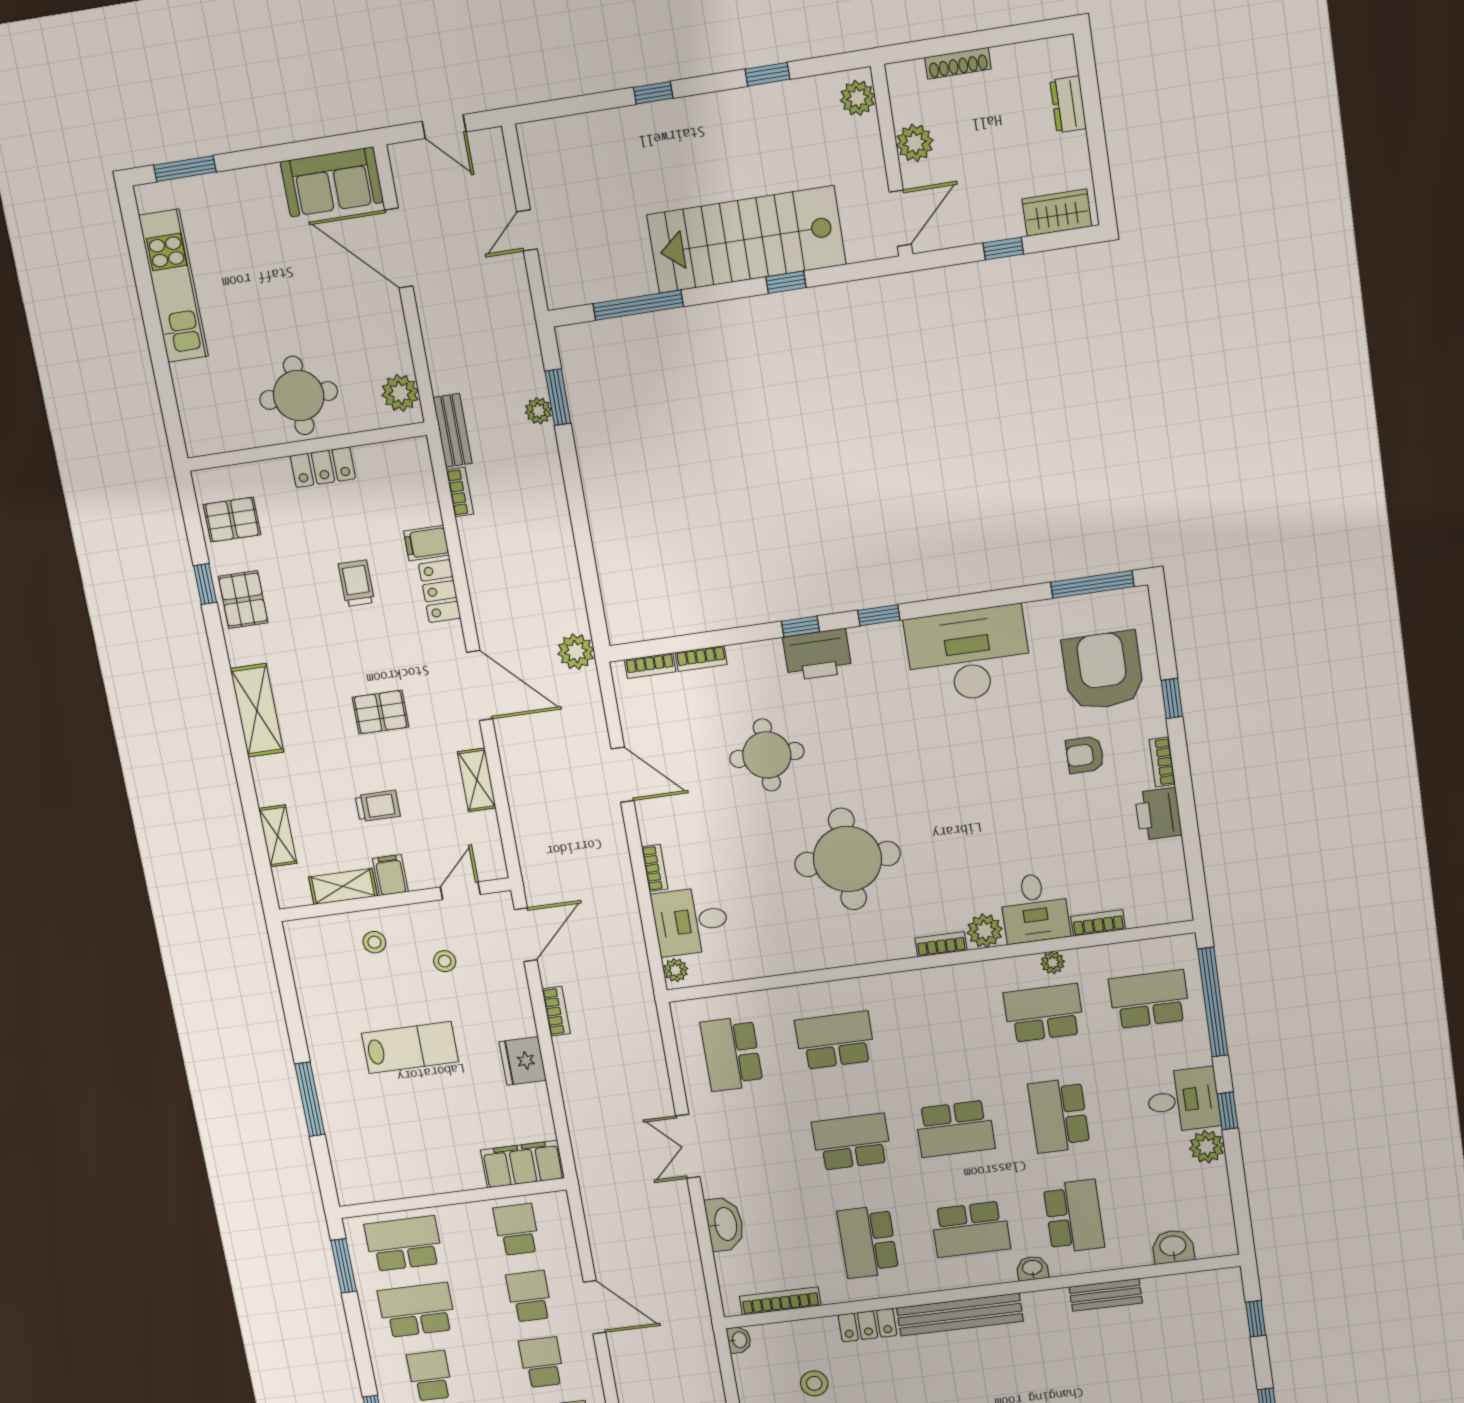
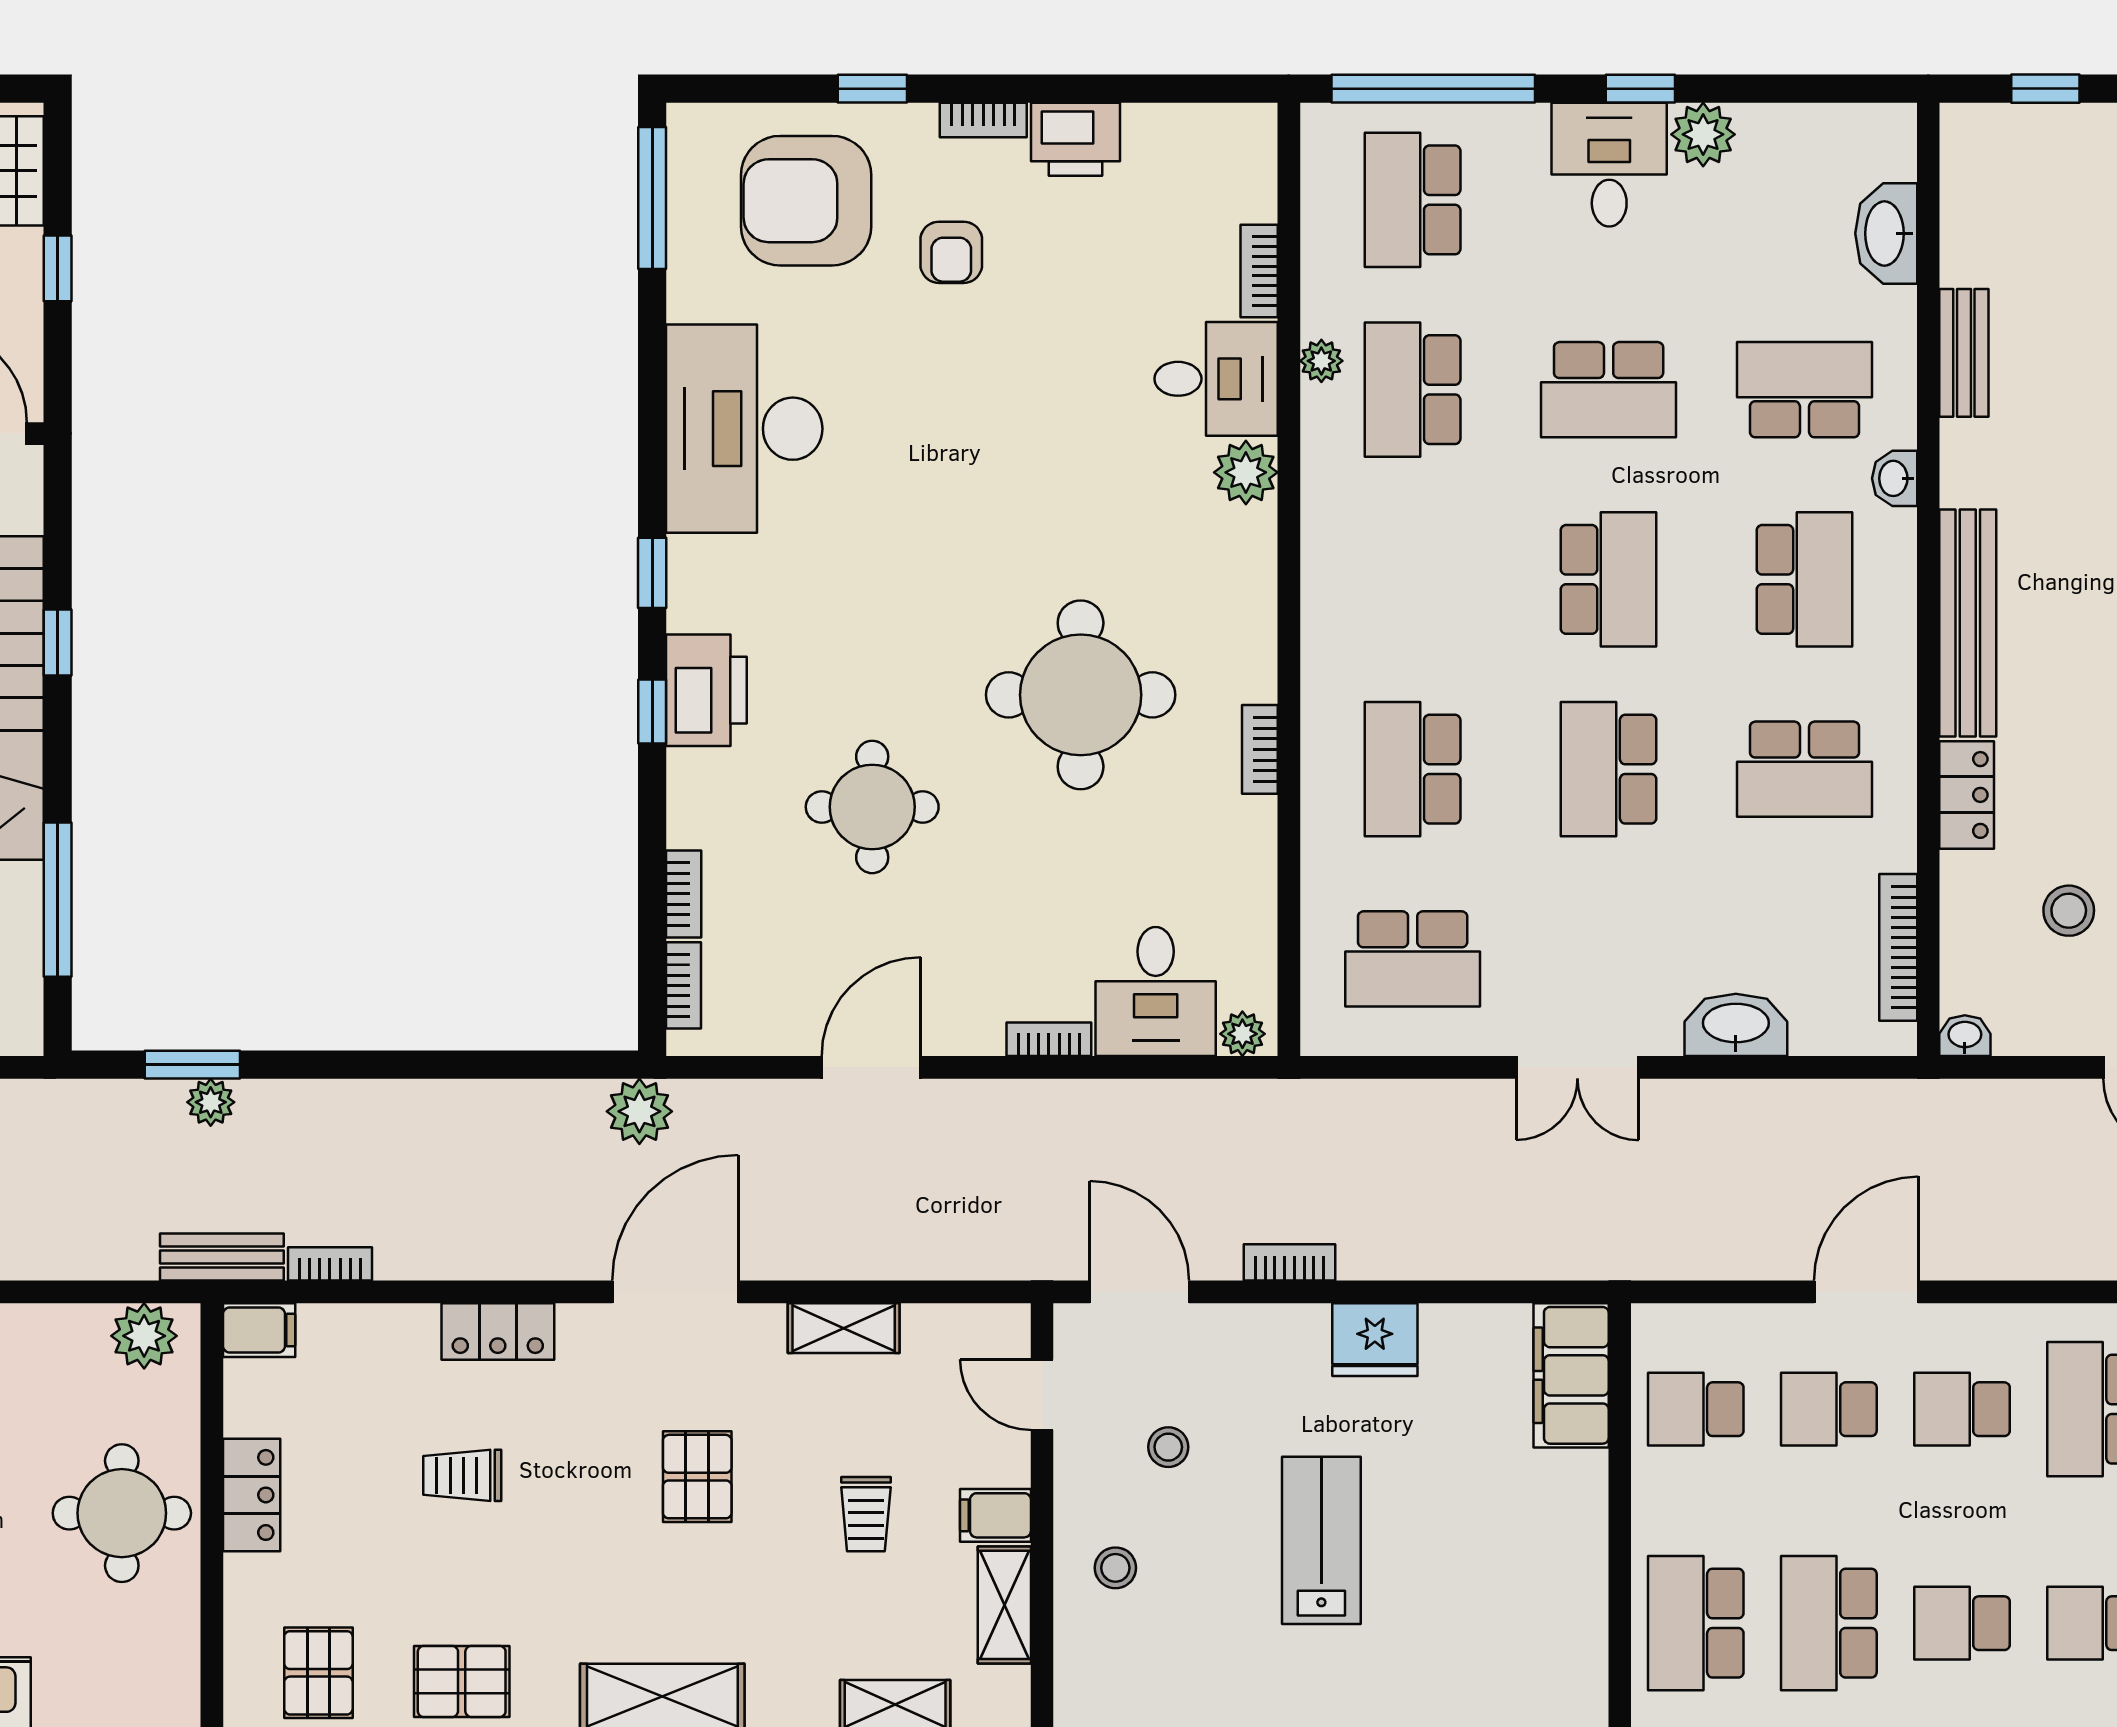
filing cabinet: (426, 543) -> (259, 1330), moved, turned -90
trolley: (378, 806) -> (866, 1514), turned 180
bookcase: (941, 944) -> (1260, 749), moved
washbasin: (1173, 1247) -> (1886, 233), width x1.38

